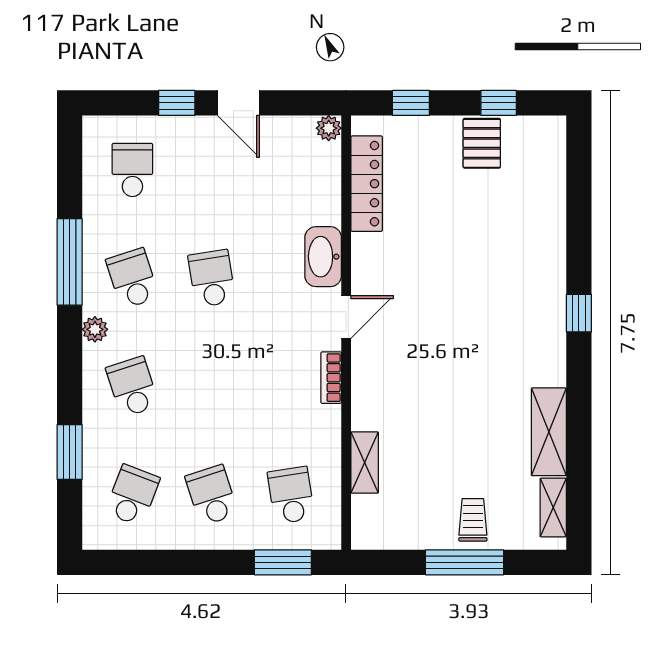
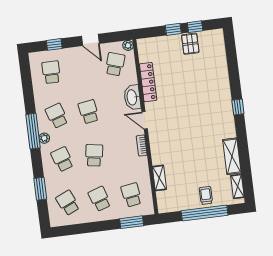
window: (177, 103) -> (54, 44), moved
window: (411, 103) -> (173, 29), moved
school desk: (291, 170) -> (115, 64), added
locker: (367, 184) -> (148, 82), moved
window: (70, 262) -> (33, 131), moved
door: (346, 317) -> (145, 120), swing flipped
school desk: (212, 387) -> (94, 155), added
school desk: (132, 495) -> (68, 203), turned -45
window: (464, 562) -> (205, 213), width x1.46

